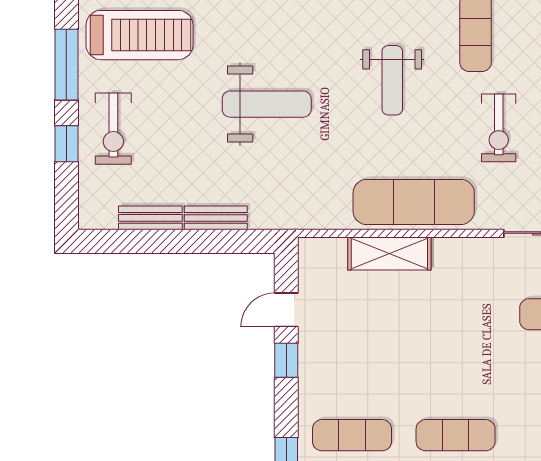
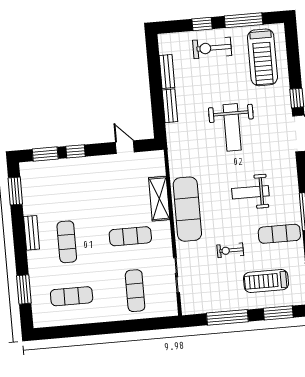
exercise bike: (499, 128) -> (230, 250), width x0.73, depth x0.72
window: (286, 360) -> (75, 151), moved
exercise mat: (352, 435) -> (130, 236), moved, turned 90

